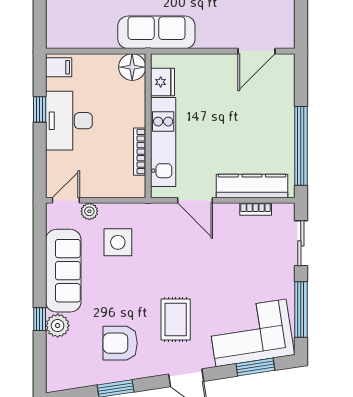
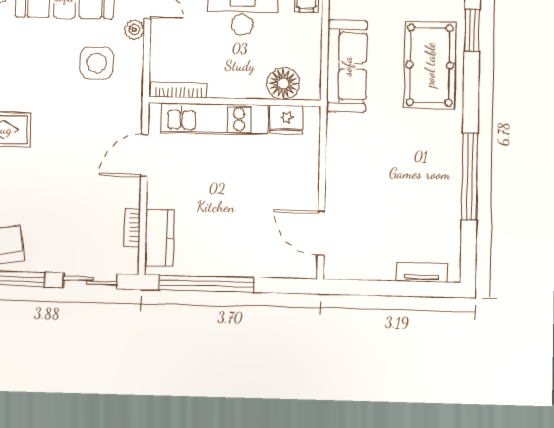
sofa: (156, 32) -> (347, 66), moved
floor lamp: (132, 67) -> (283, 84), moved
bookcase: (140, 152) -> (179, 90), moved
kitchen counter: (252, 186) -> (159, 238), width x0.67

